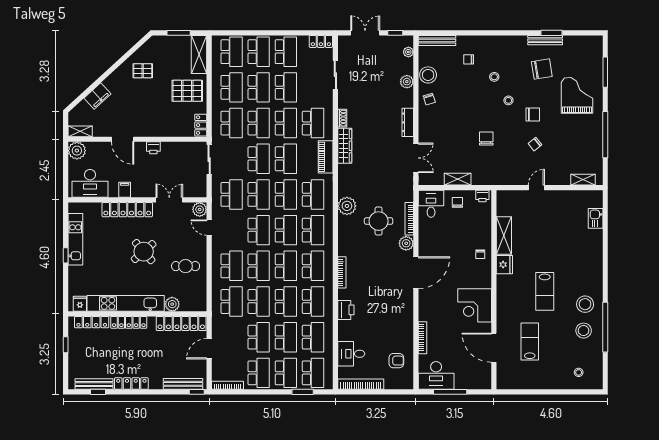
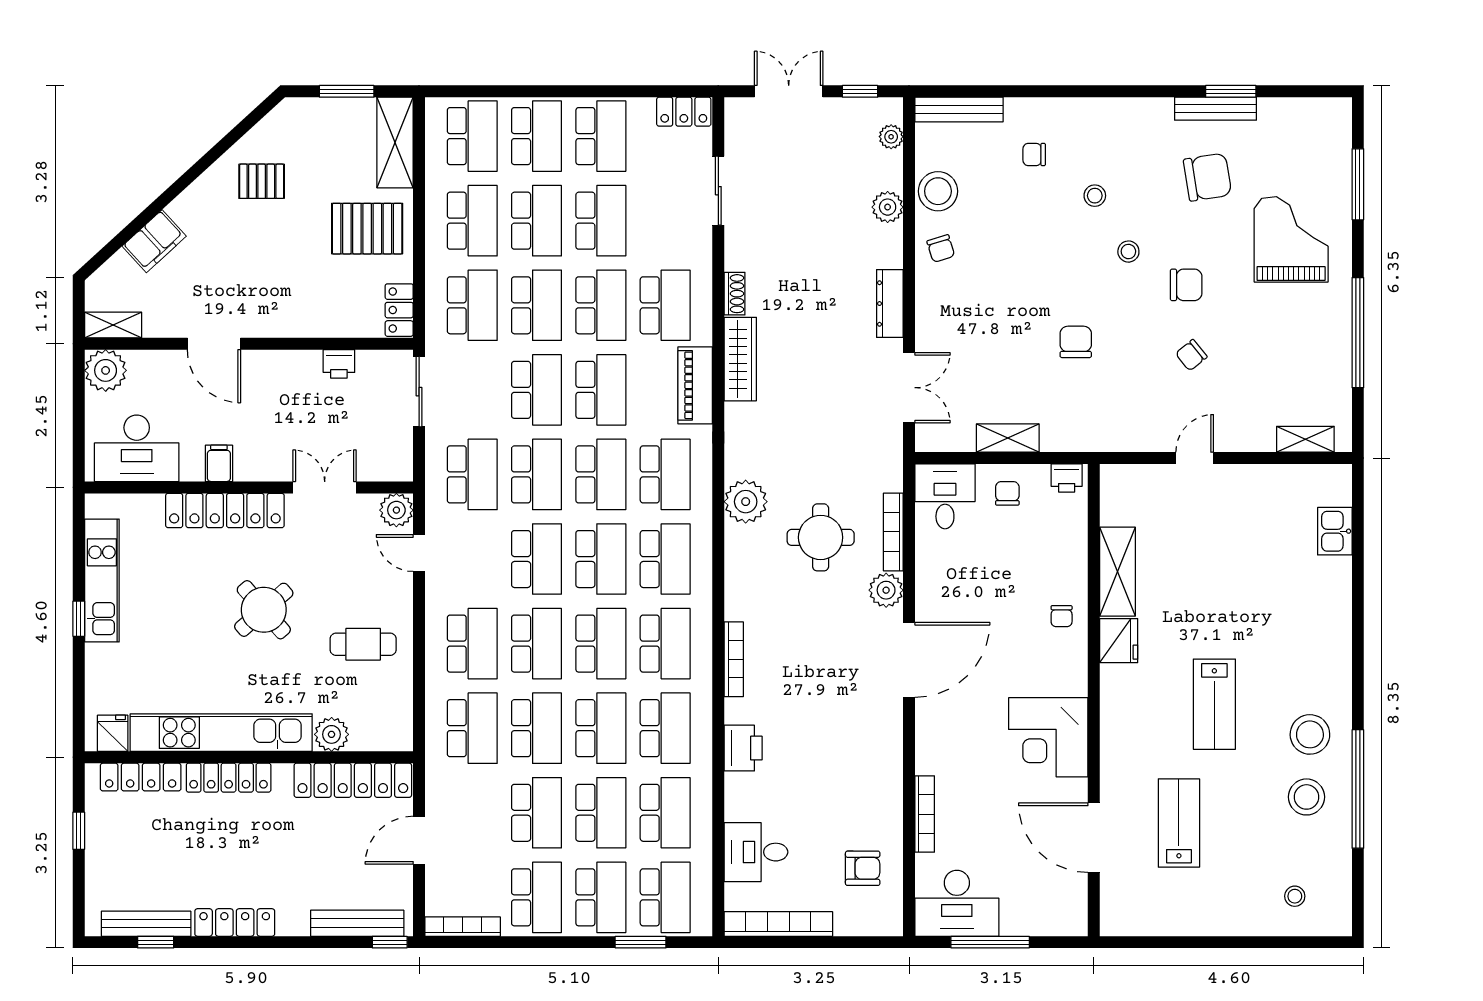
printer: (153, 148) -> (339, 364), moved

